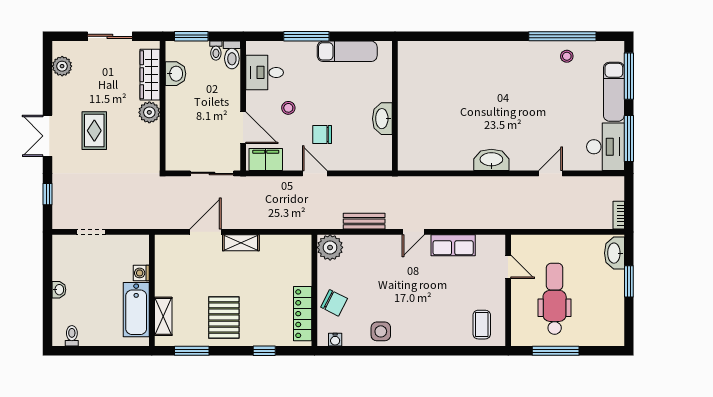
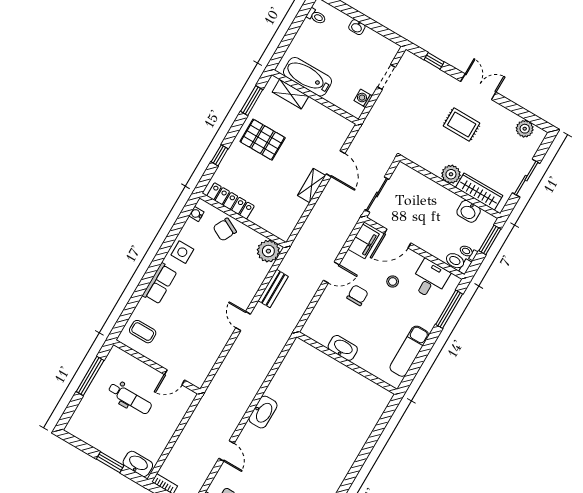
window: (306, 36) -> (449, 309), moved
row of seats: (453, 245) -> (160, 284), moved, turned 180
washing machine: (141, 273) -> (363, 98), moved, turned -90
dental chair: (555, 299) -> (130, 398), width x0.73, depth x0.72

